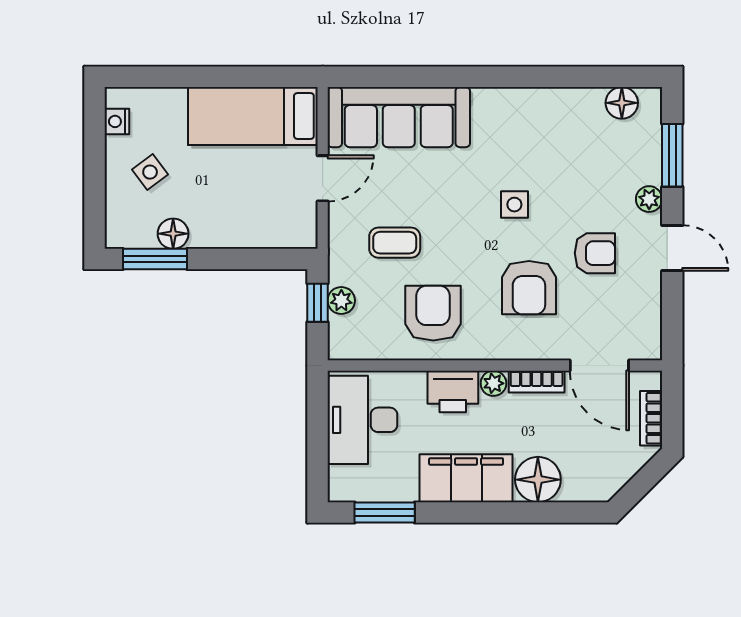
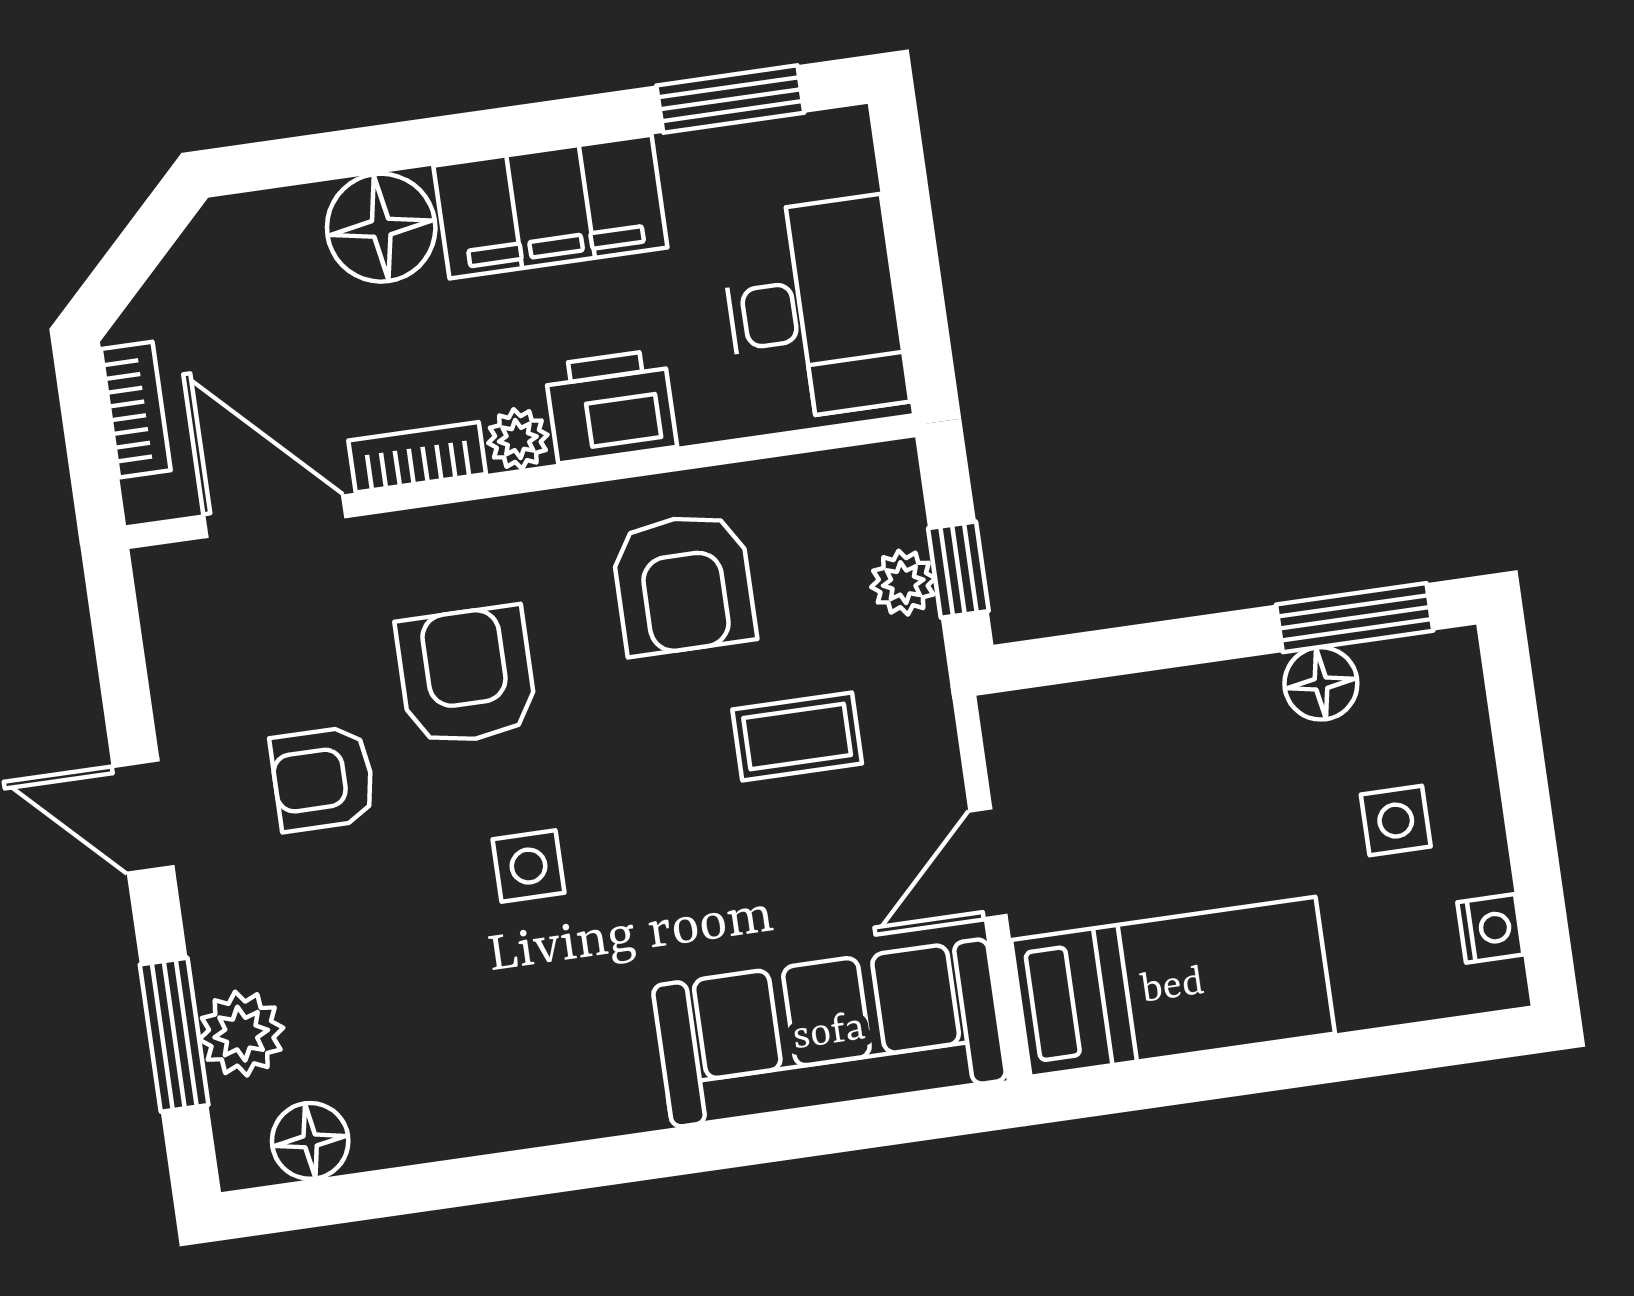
side table: (150, 172) -> (1396, 821), turned 37
plant: (649, 199) -> (241, 1034), moved, width x1.38, depth x1.38

